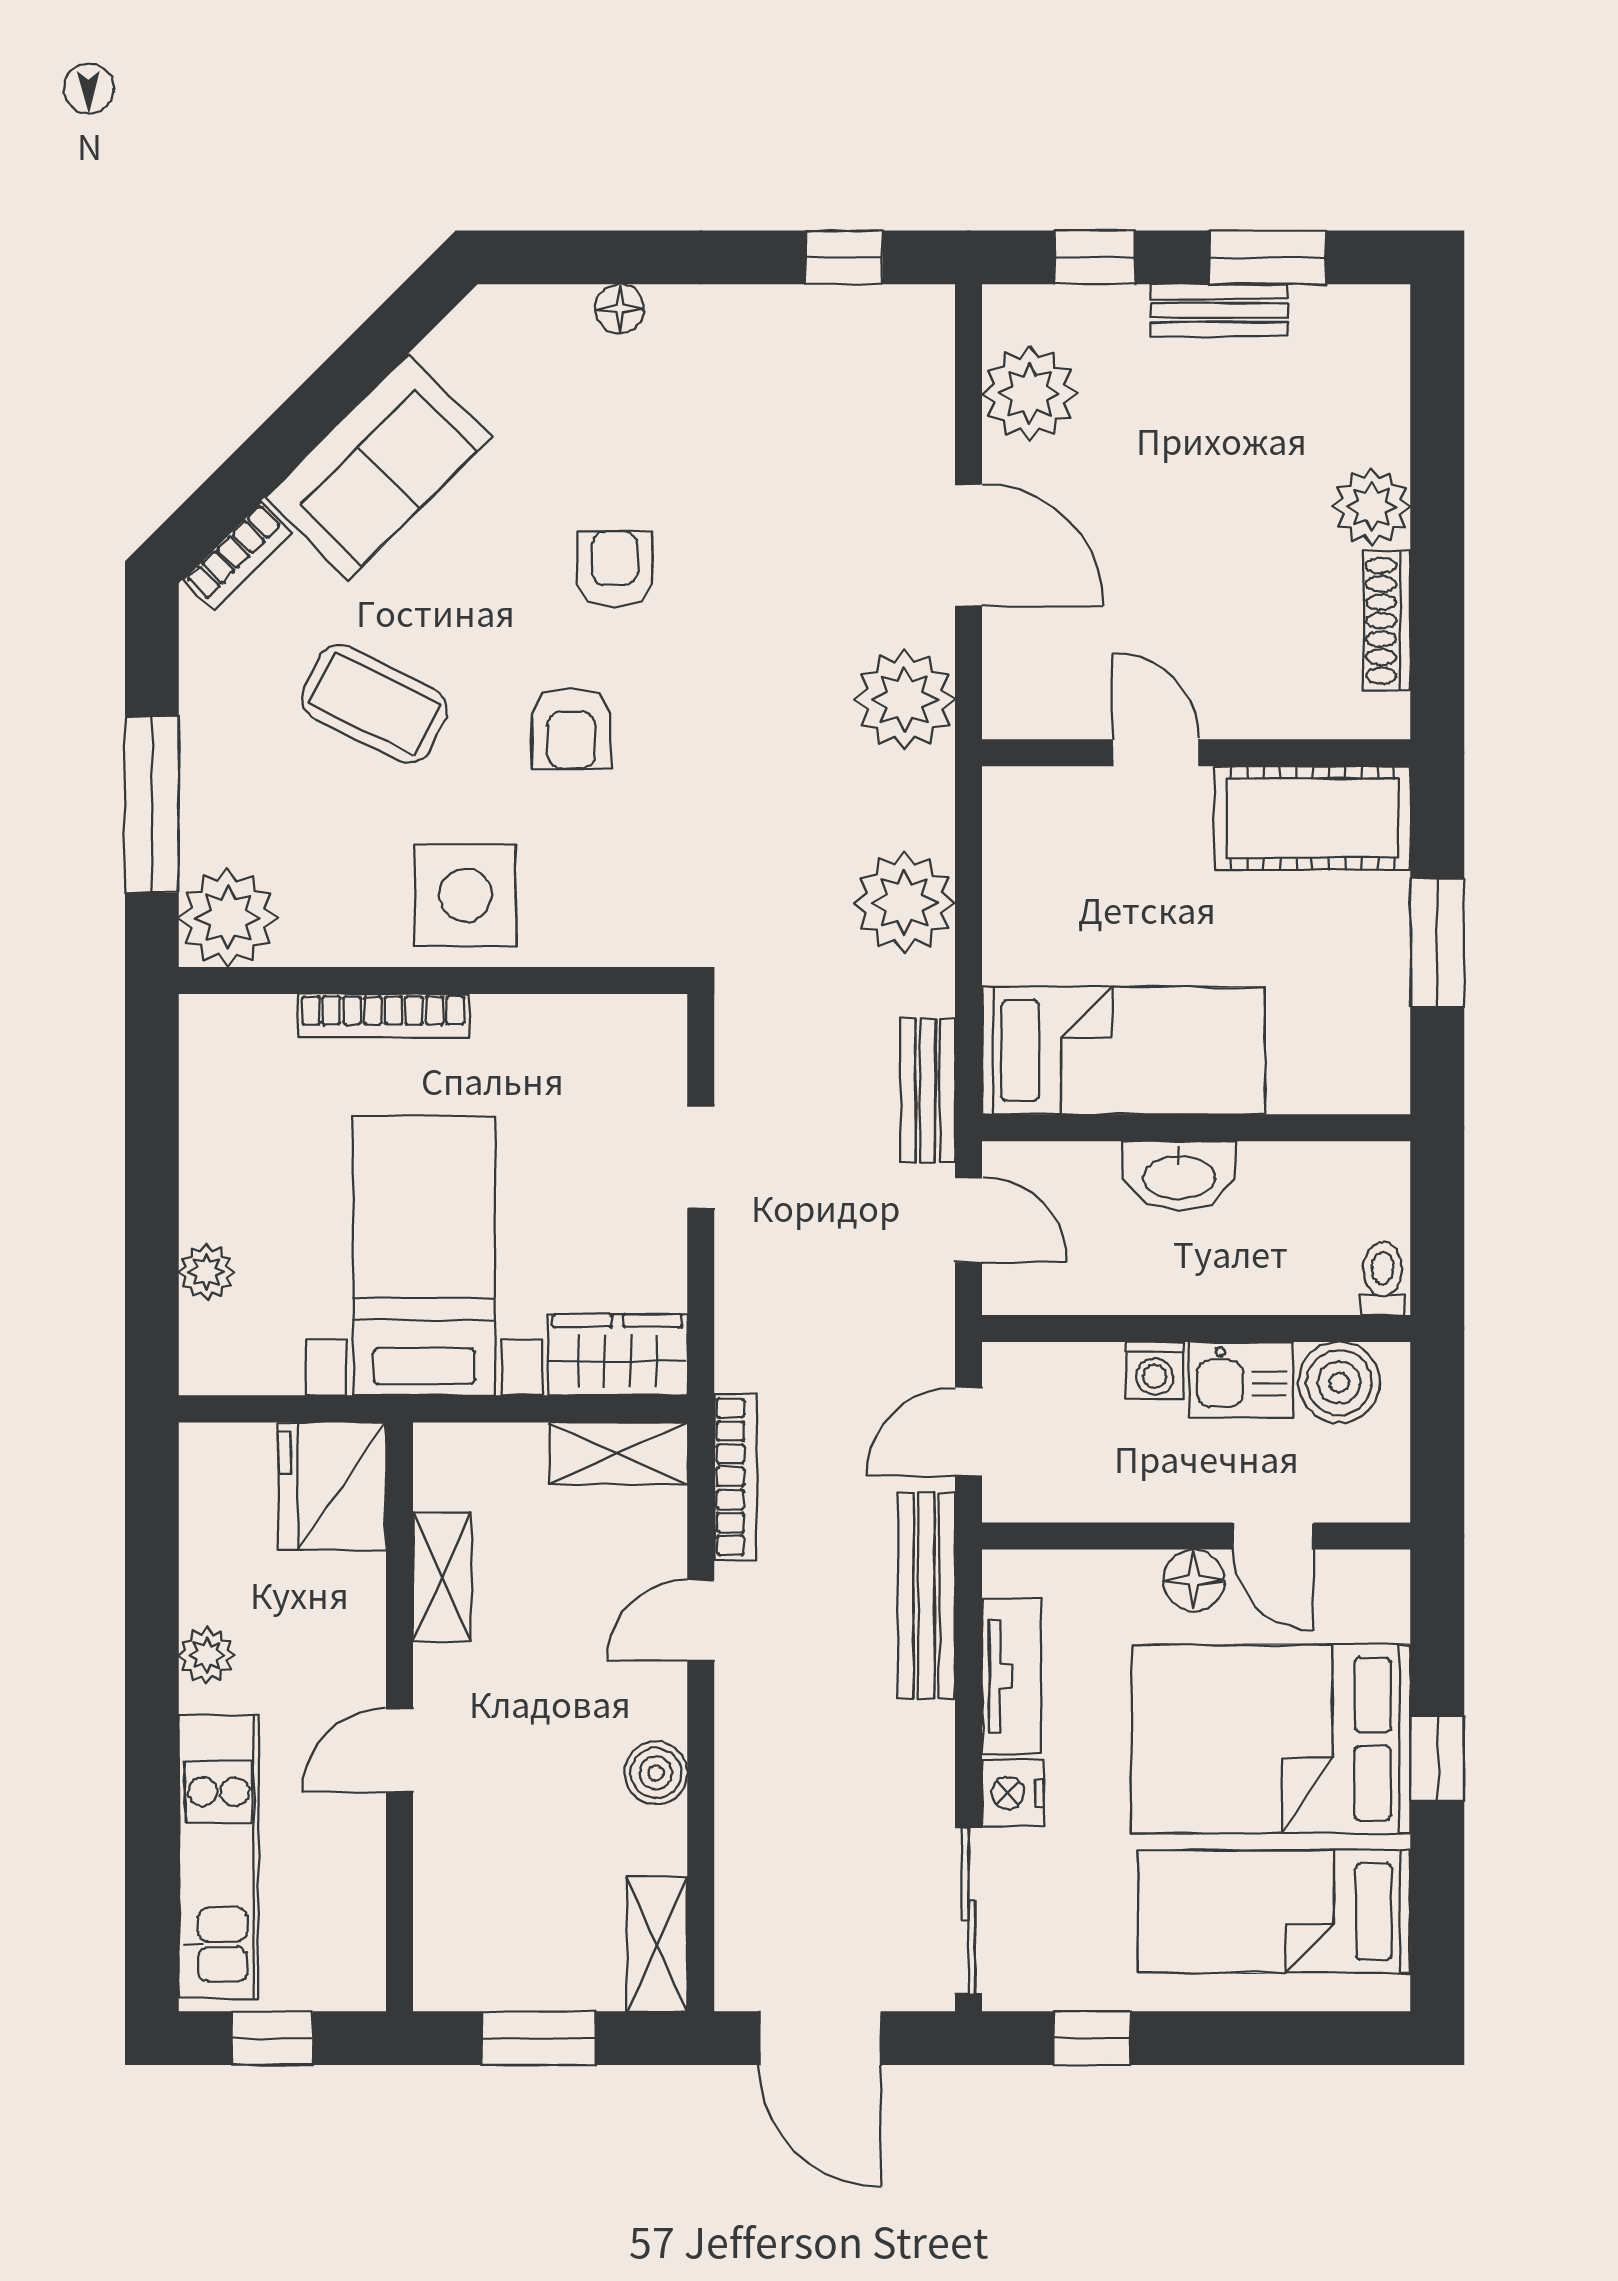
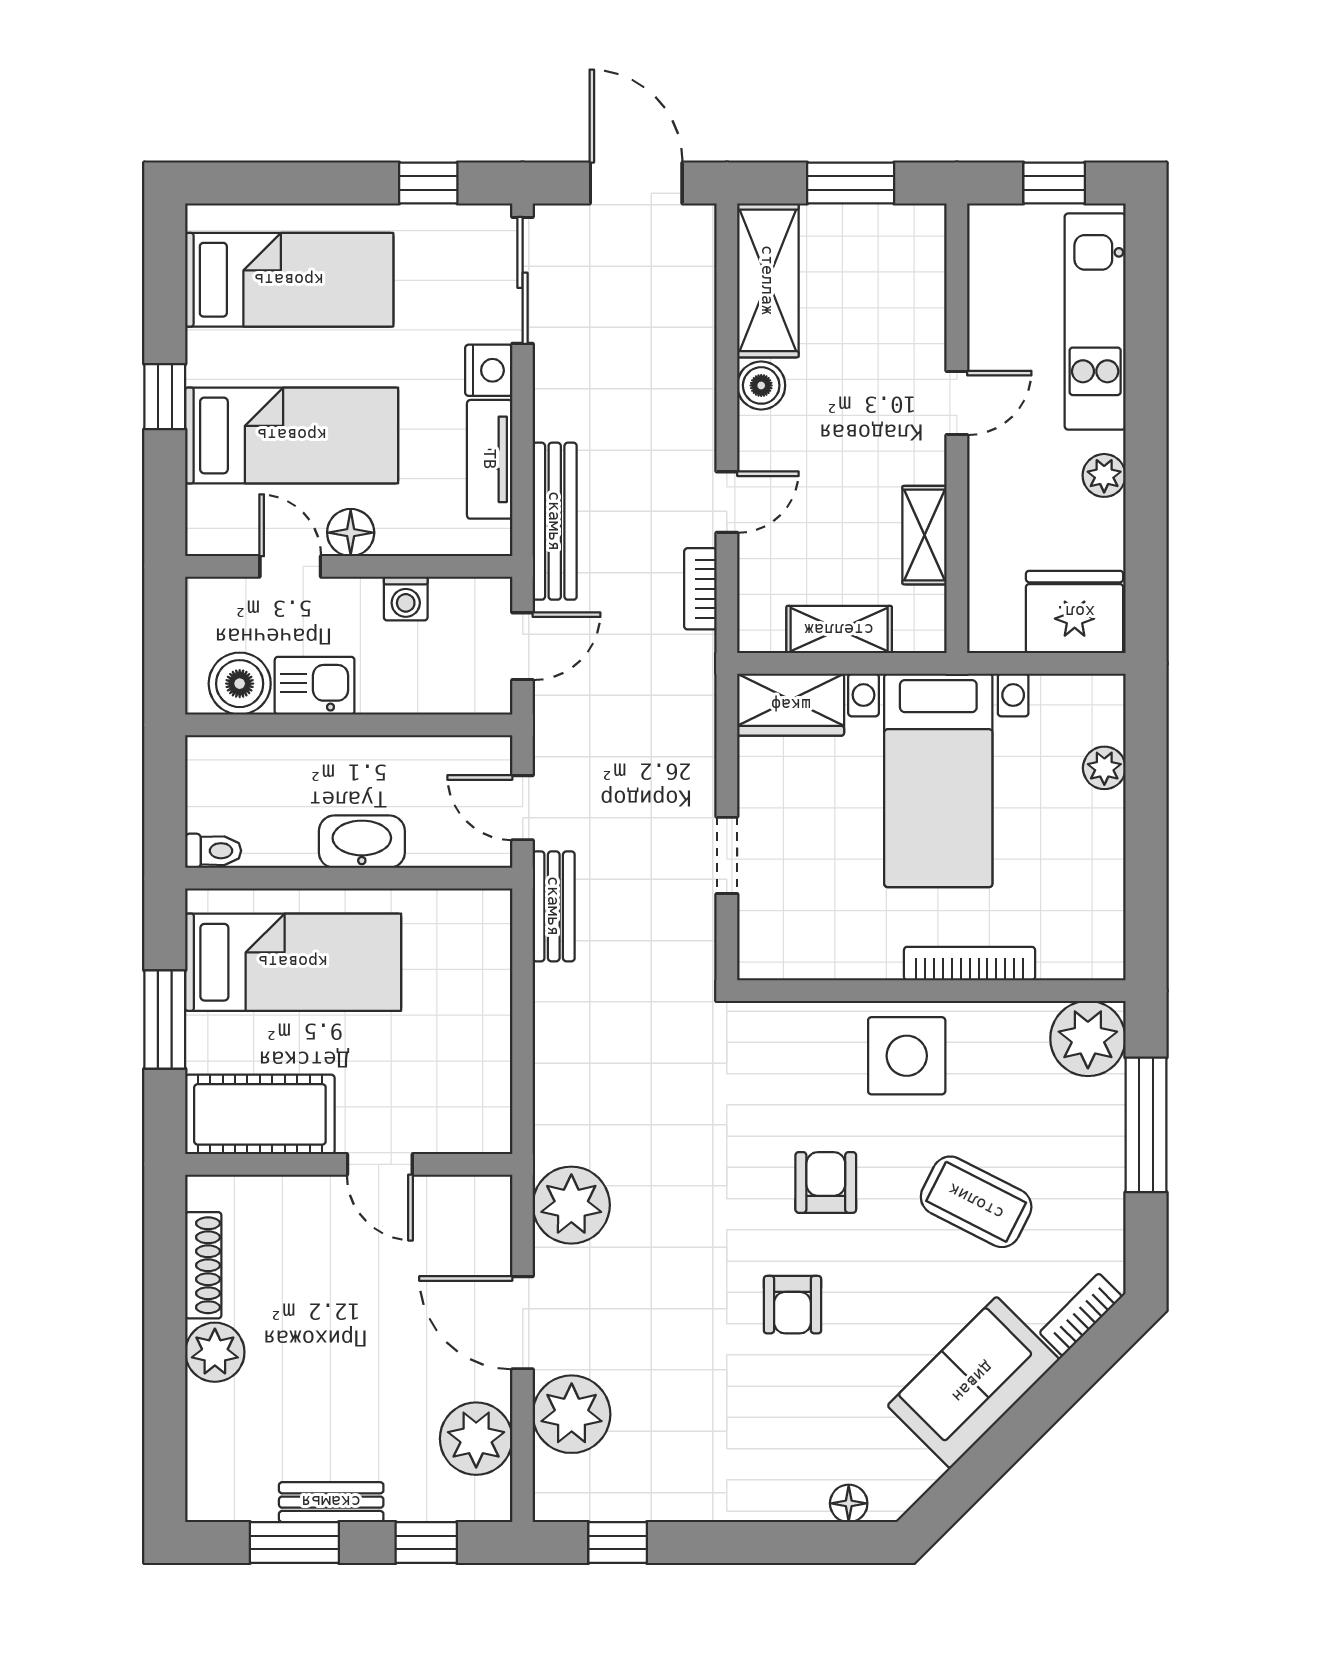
floor lamp: (620, 309) -> (849, 1503), moved
plant: (904, 902) -> (572, 1414), moved
bed: (1123, 1051) -> (293, 962), moved, turned 180
toilet: (1383, 1279) -> (213, 851), moved, turned -90
washing machine: (1155, 1371) -> (406, 599), moved, turned 180
shelving: (618, 1453) -> (839, 630), moved
bookcase: (736, 1477) -> (700, 589), width x0.64
fridge: (332, 1486) -> (1075, 612), moved, turned -90
bed: (1271, 1739) -> (292, 435), width x0.67
shelving: (657, 1944) -> (768, 280), width x1.50, depth x1.33

